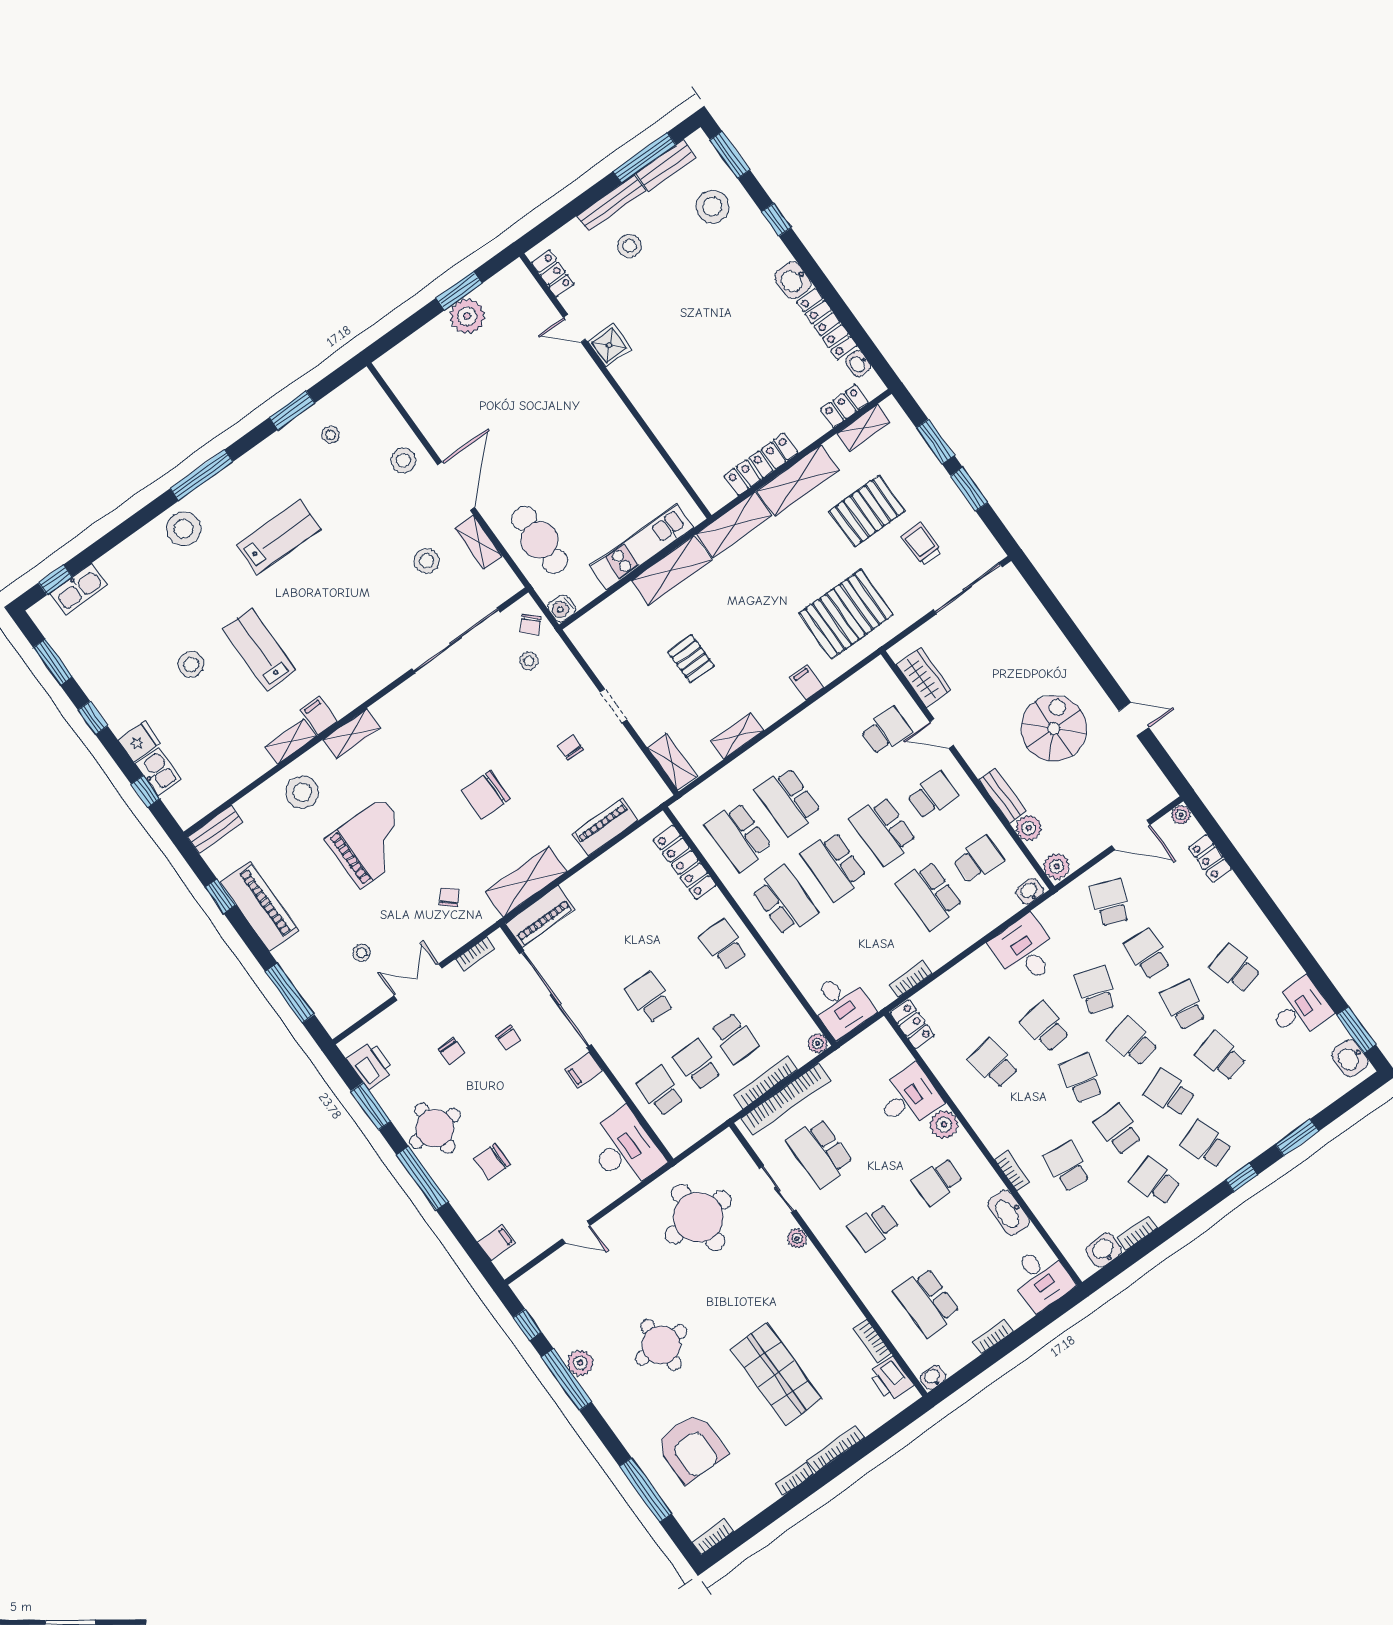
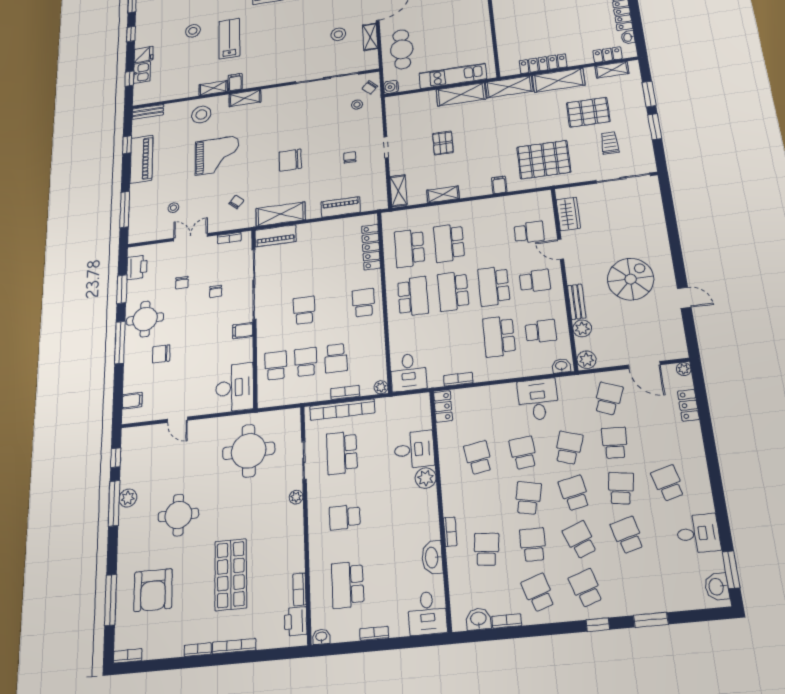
bookcase: (766, 1082) -> (345, 392), width x0.64
school desk: (938, 1181) -> (401, 511), removed

